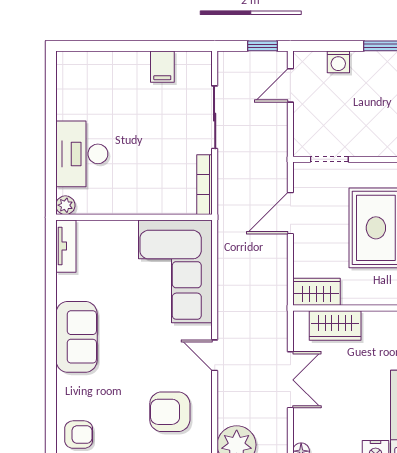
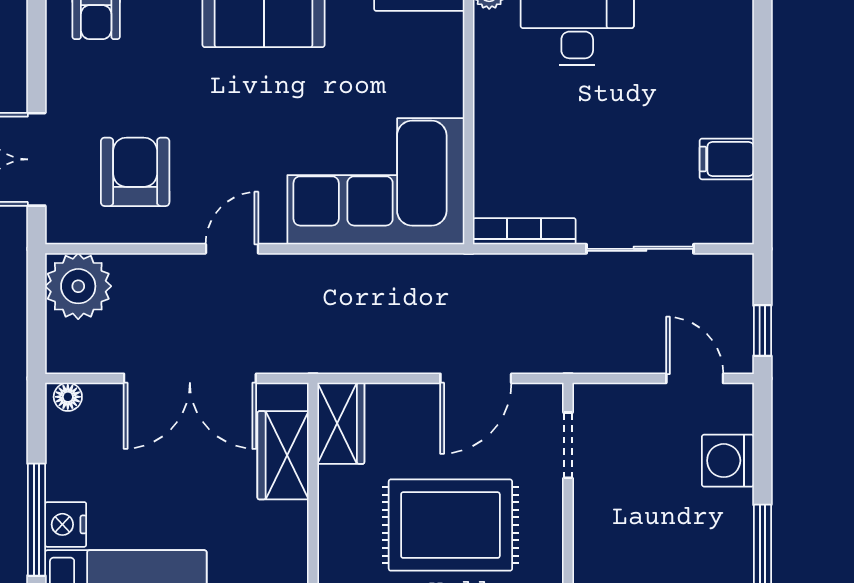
washing machine: (338, 62) -> (728, 461), width x1.38, depth x1.38
door: (290, 213) -> (476, 378), swing flipped
double door: (290, 380) -> (190, 378), width x1.37

